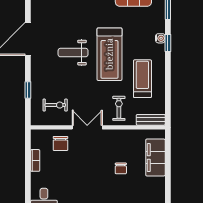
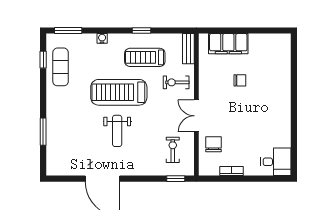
window: (168, 43) -> (141, 31), moved
treadmill: (109, 54) -> (119, 92), turned 180
window: (28, 90) -> (176, 179), moved
chair: (60, 144) -> (213, 144), turned -90

